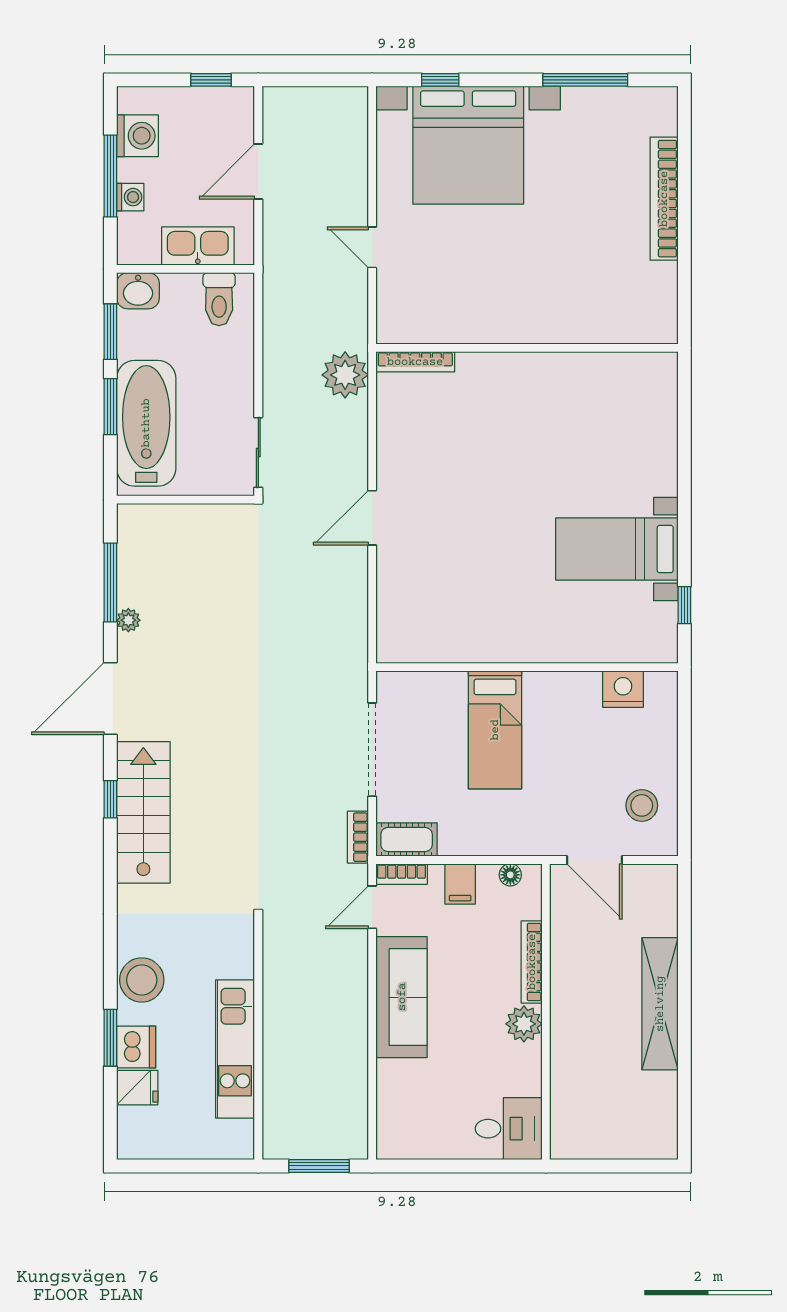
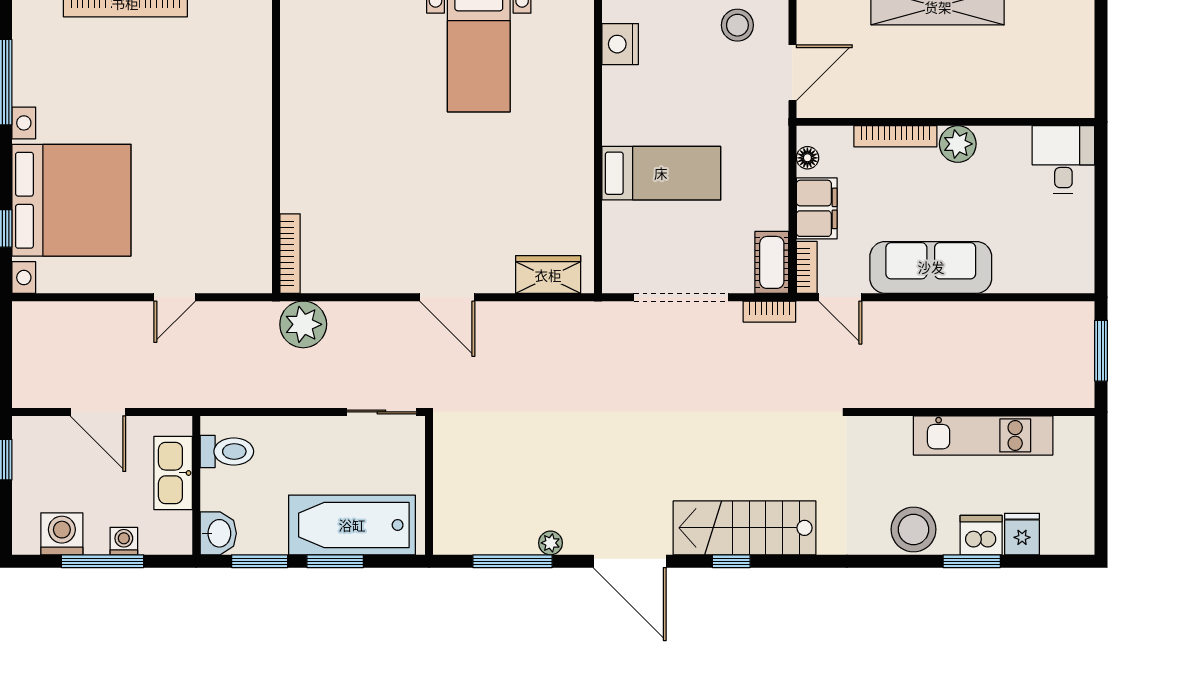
wardrobe: (395, 618) -> (548, 275), added
filing cabinet: (460, 884) -> (817, 208), width x2.00

